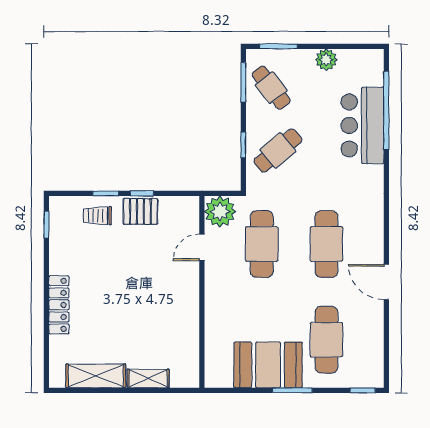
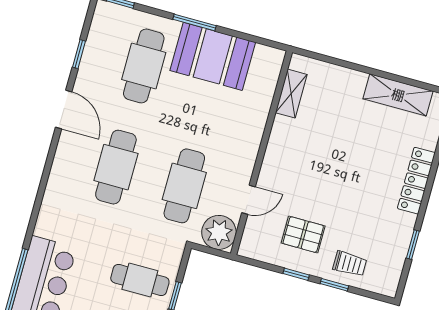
cafe table: (278, 151) -> (140, 280), turned 40
pallet: (140, 211) -> (303, 235), moved
window: (46, 225) -> (413, 245), moved
window: (386, 334) -> (79, 54), added
shelving: (148, 378) -> (291, 94), moved, turned 90

